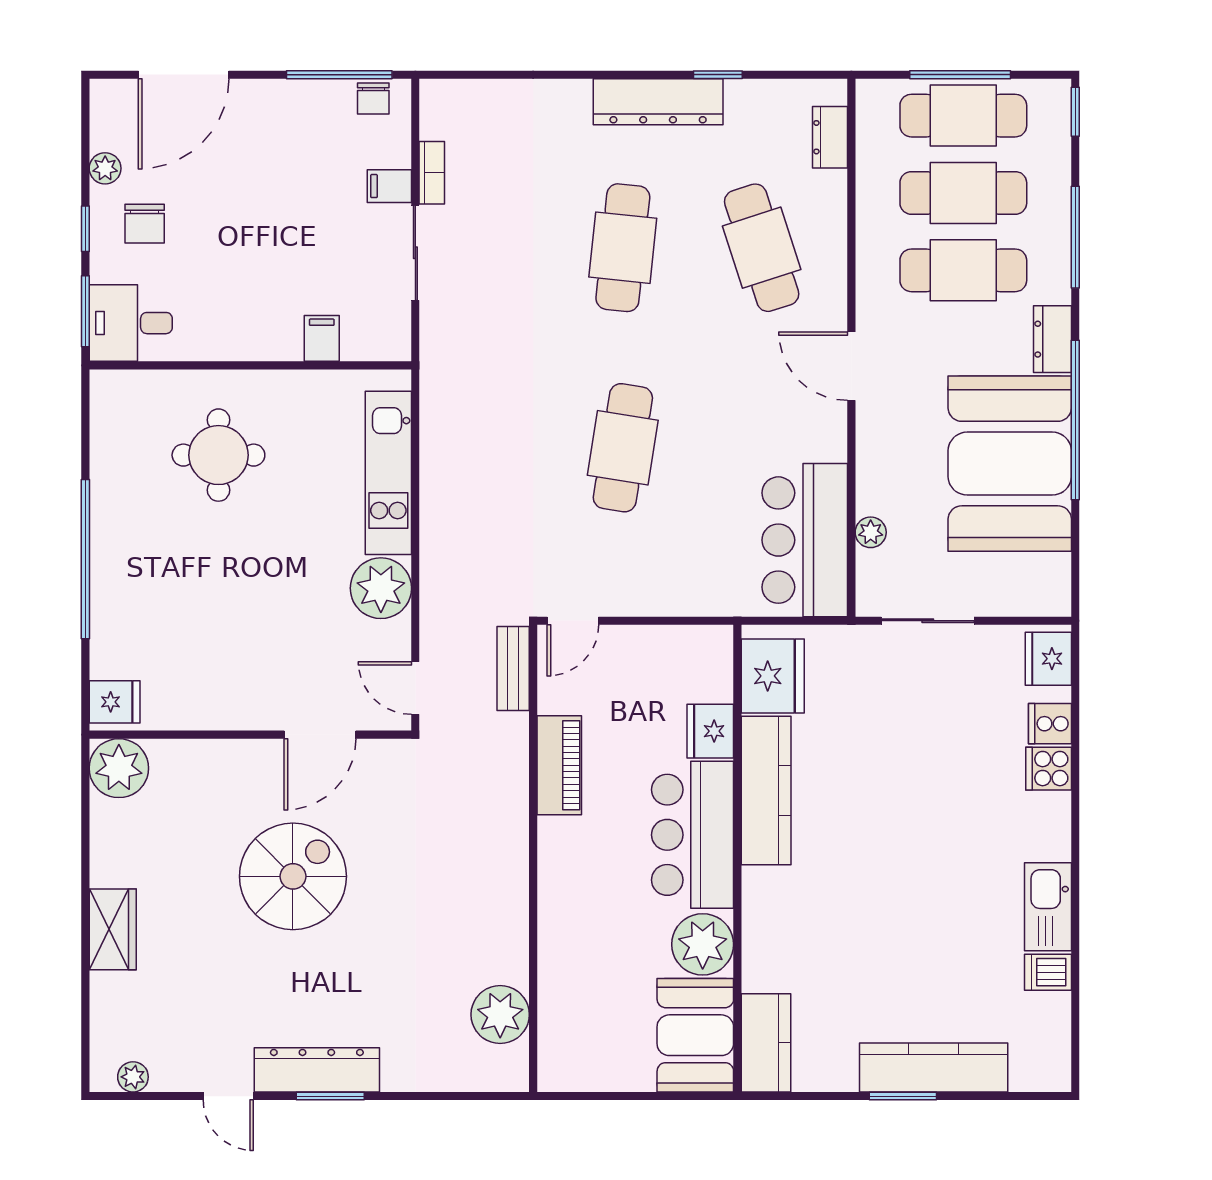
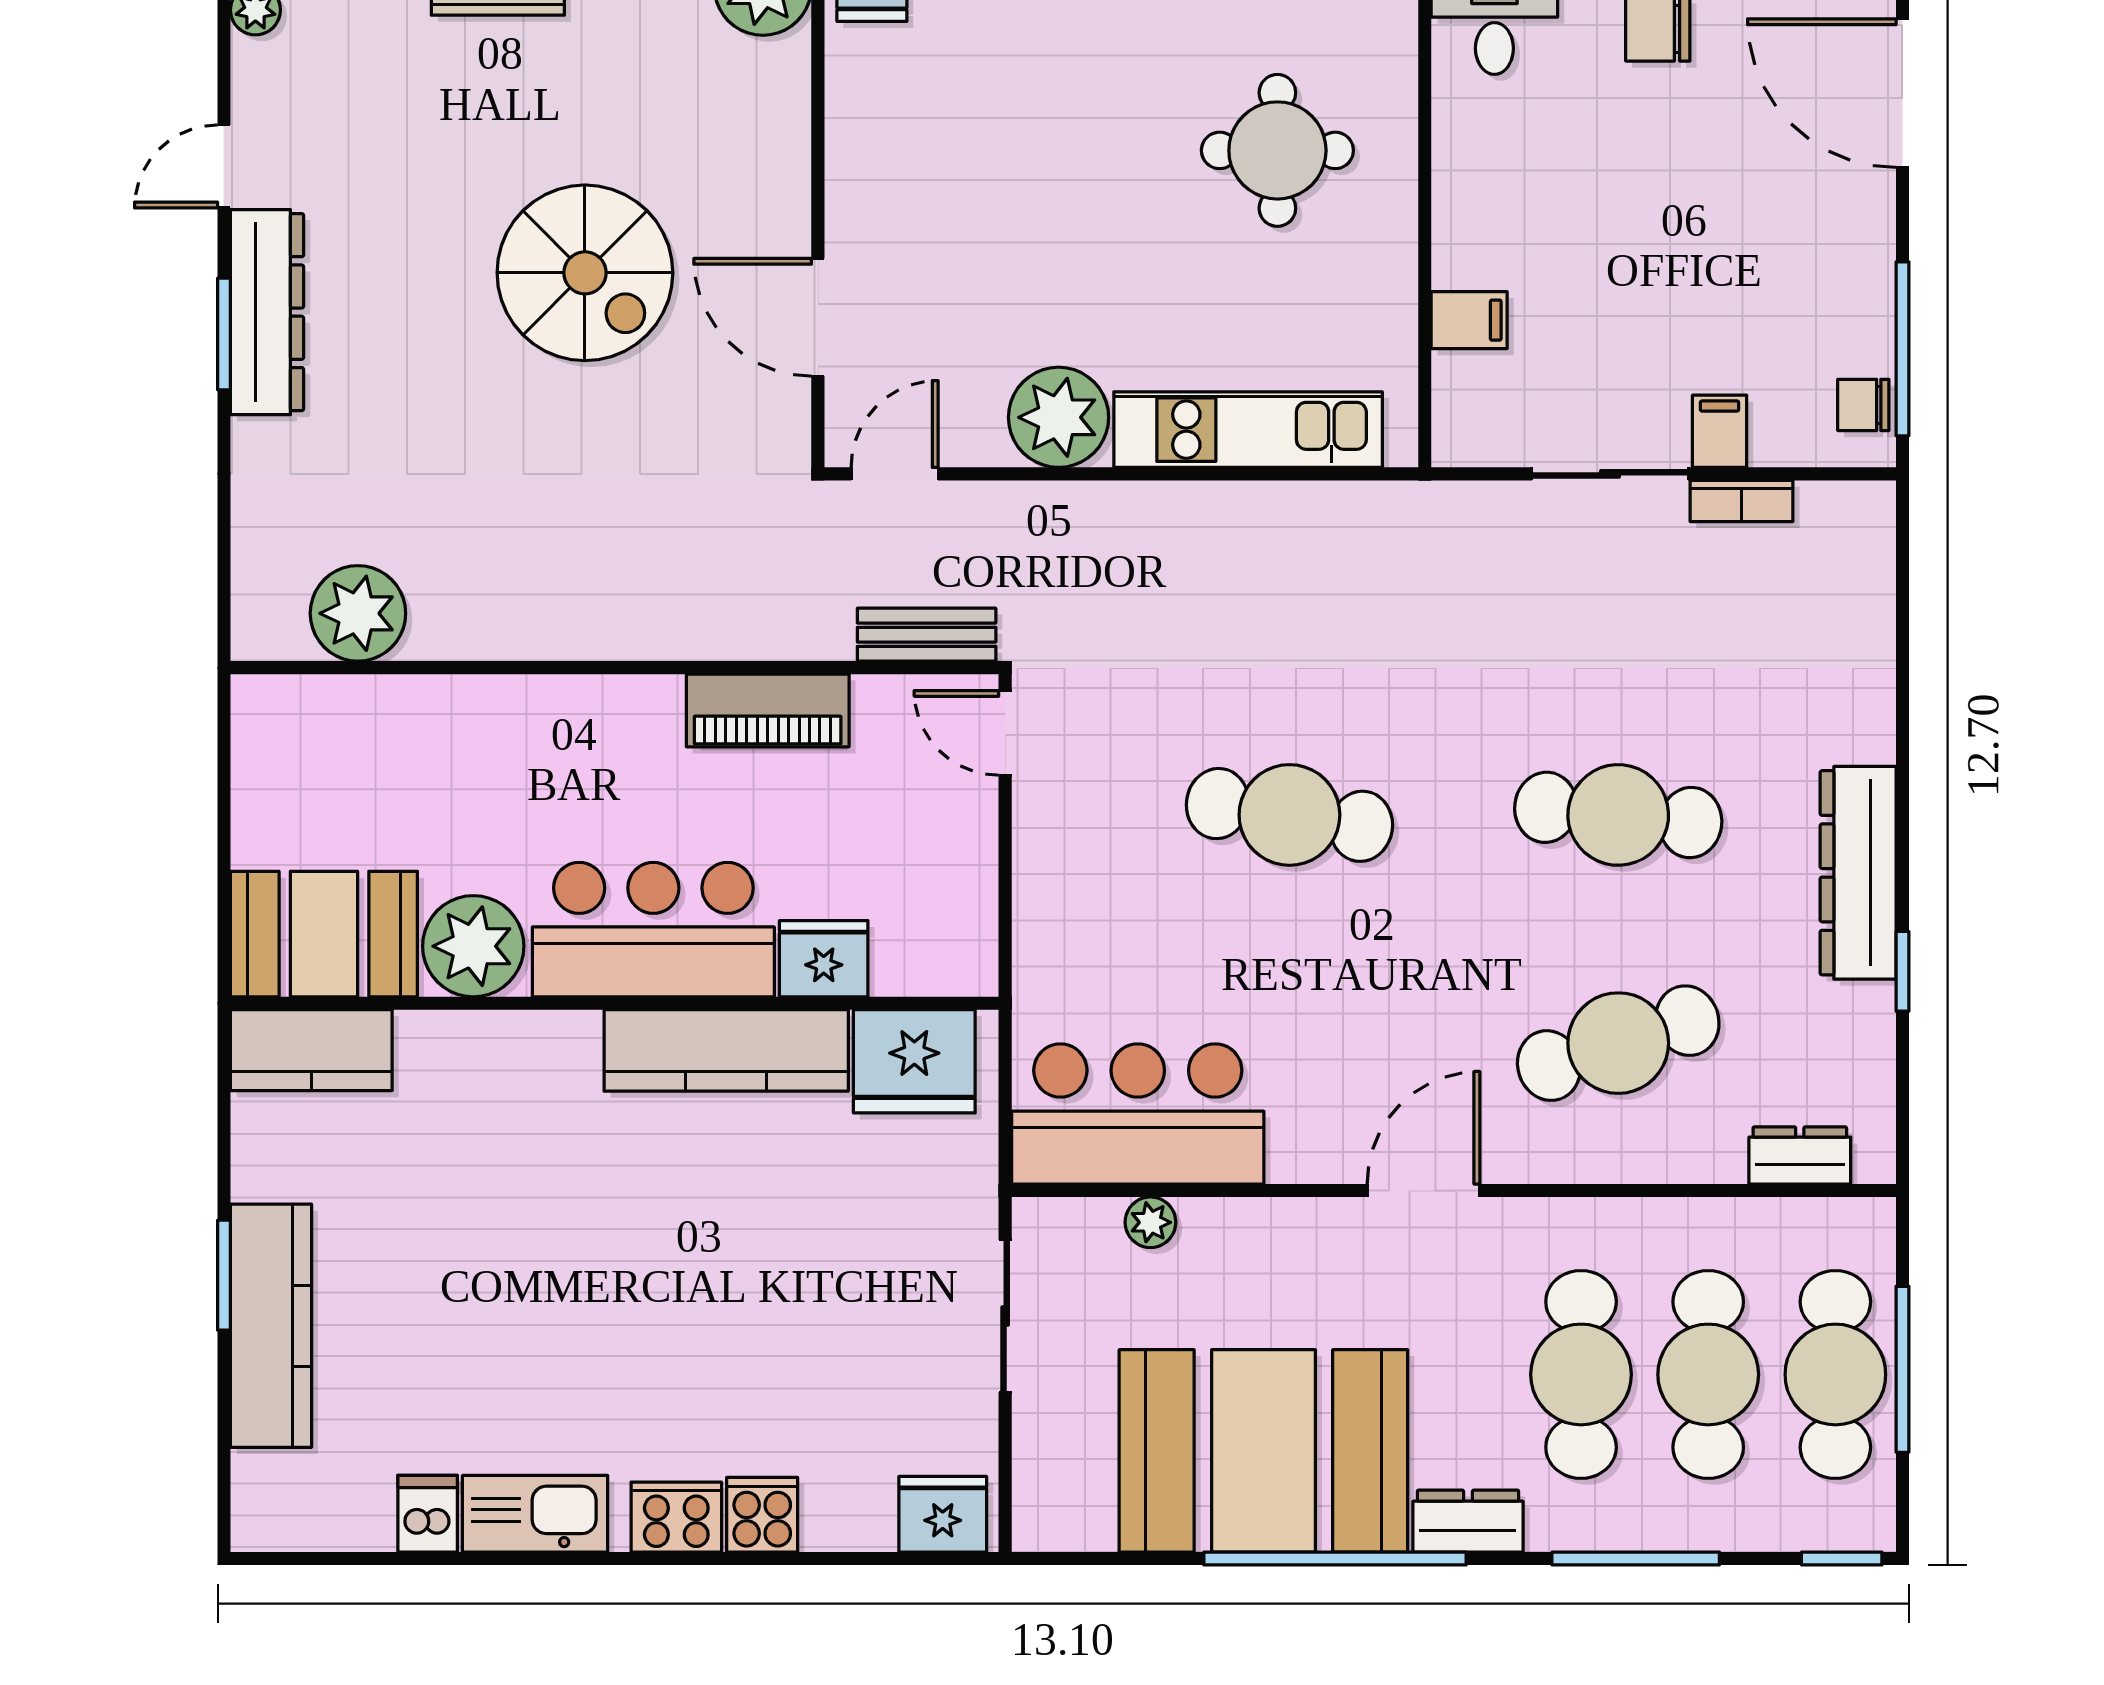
cooker: (1050, 724) -> (676, 1517), moved, width x1.36

